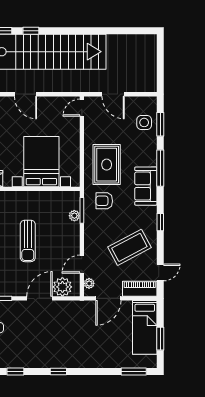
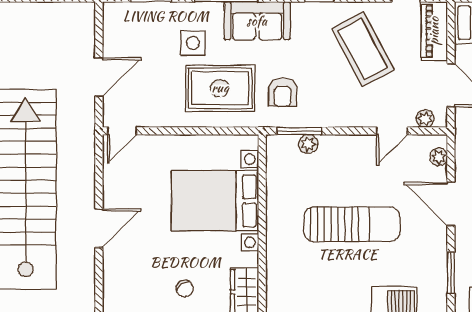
door: (82, 108) -> (122, 131), hinge flipped
side table: (144, 122) -> (193, 43), moved
sun lounger: (28, 241) -> (352, 224), width x1.36, depth x1.34
door: (82, 264) -> (392, 131), hinge flipped
plant: (62, 287) -> (439, 157), width x0.53, depth x0.53

